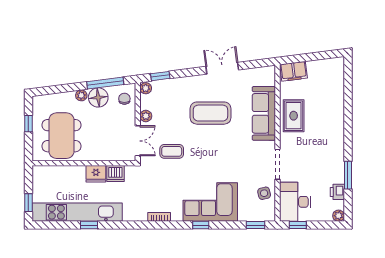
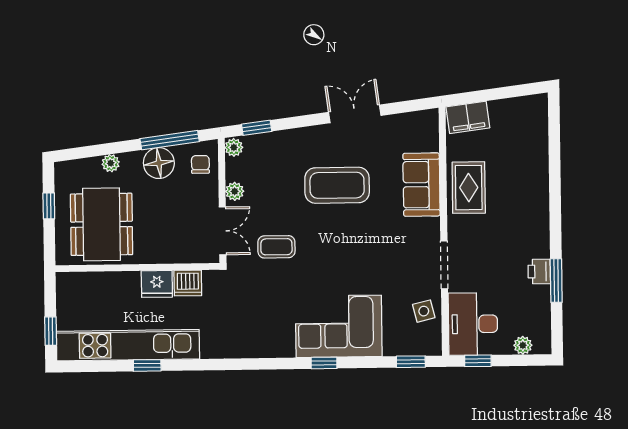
plant: (81, 95) -> (111, 163), moved
sofa: (264, 113) -> (421, 185), width x0.73
printer: (337, 192) -> (539, 271), moved
plant: (339, 216) -> (523, 345), moved
bookcase: (159, 217) -> (258, 351), removed

